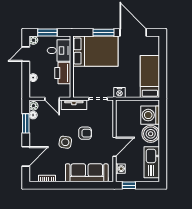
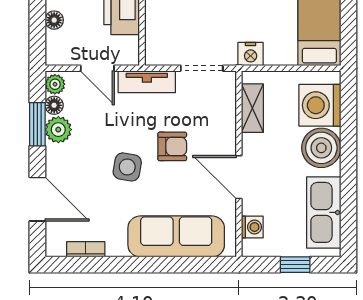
shelving: (120, 116) -> (252, 108), added
plant: (35, 126) -> (58, 130), added
door: (114, 147) -> (239, 177), swing flipped
door: (26, 156) -> (37, 199), hinge flipped
window: (129, 185) -> (295, 265), moved

